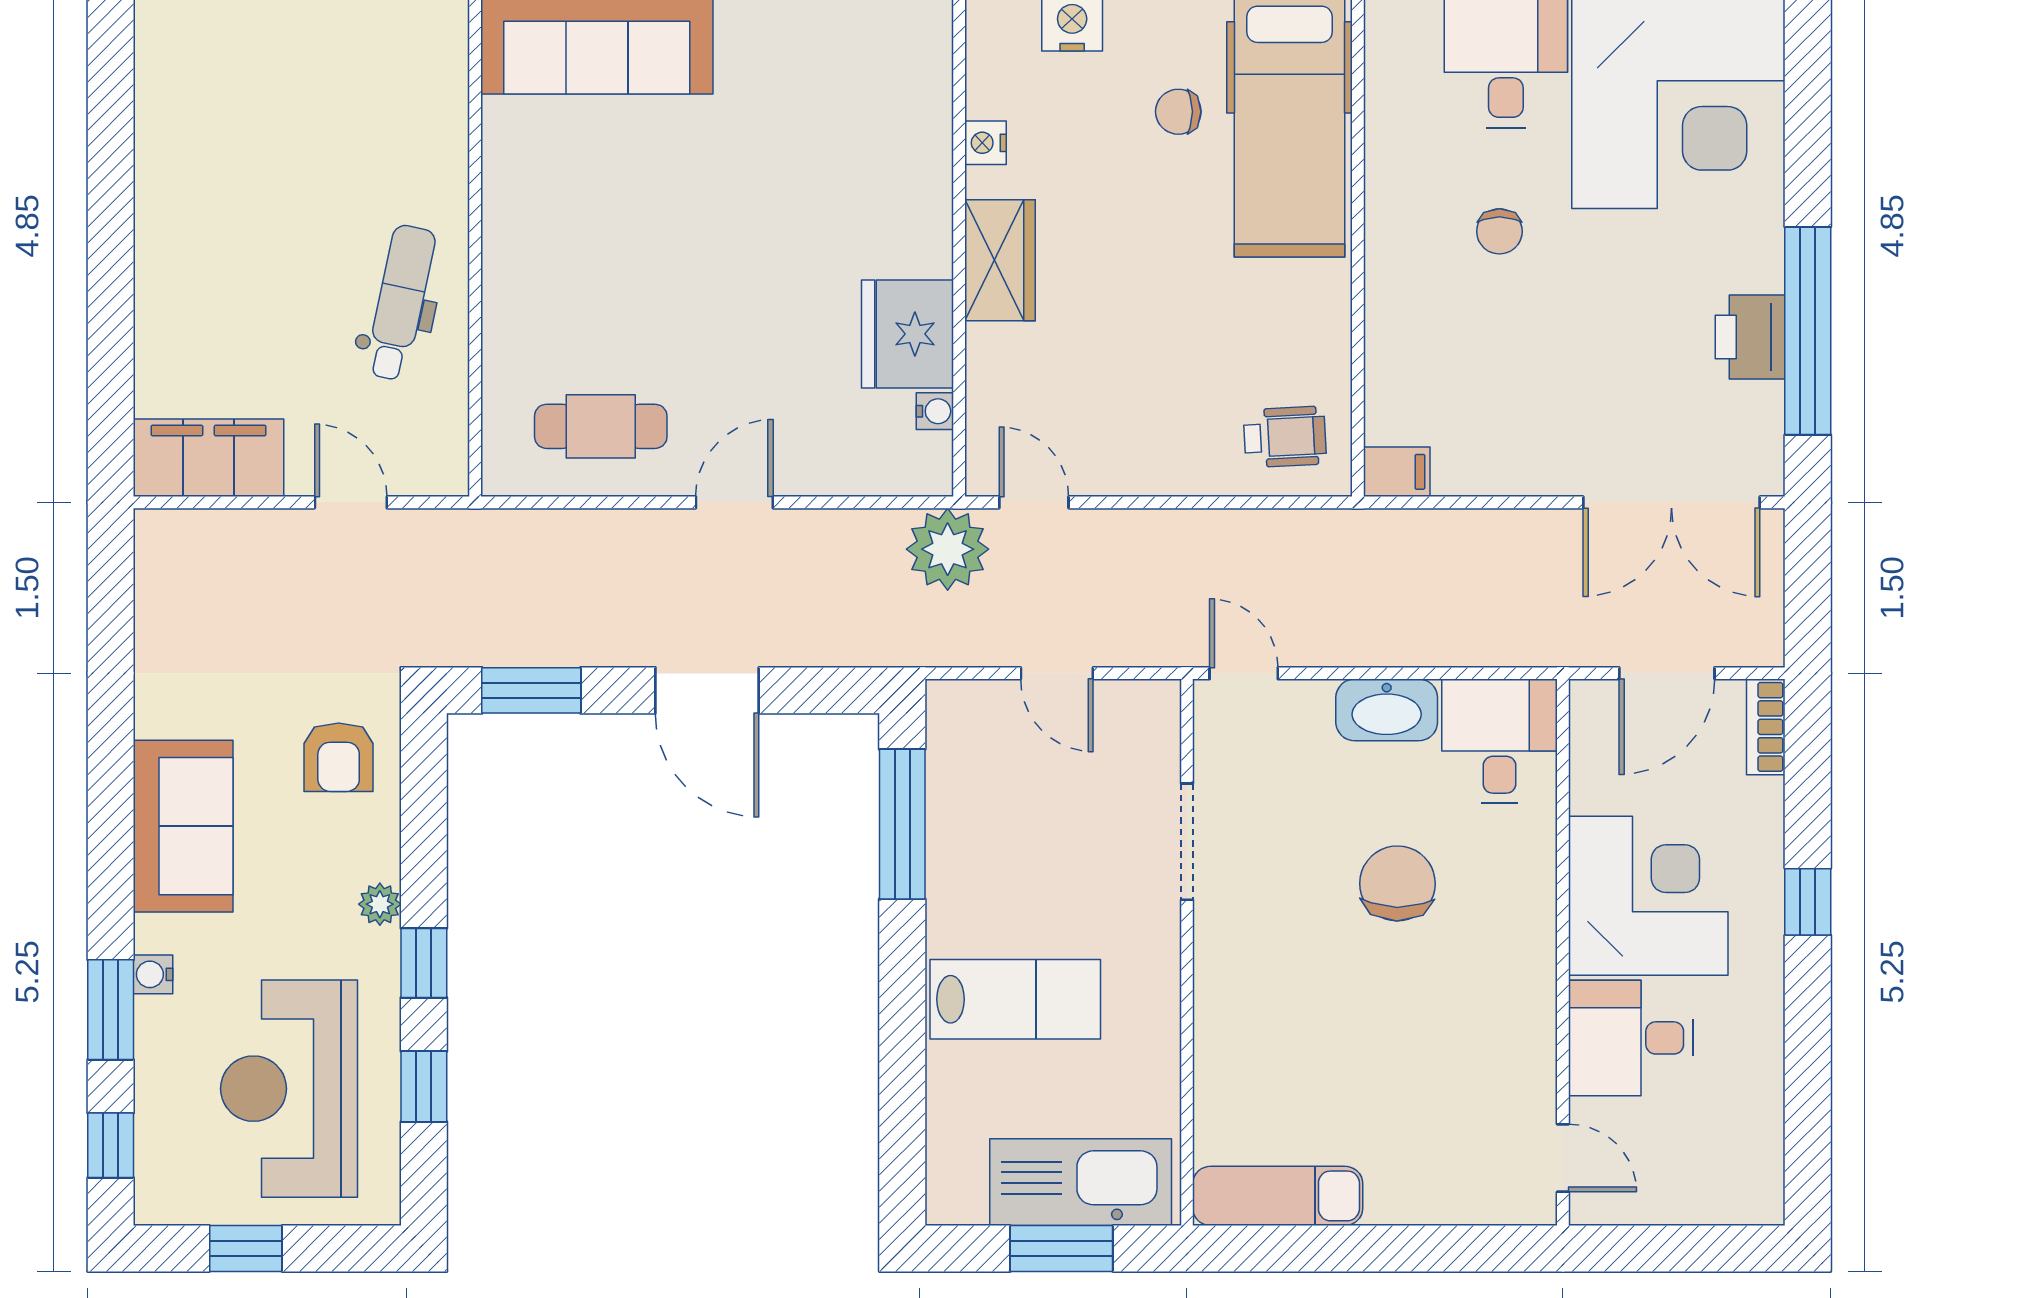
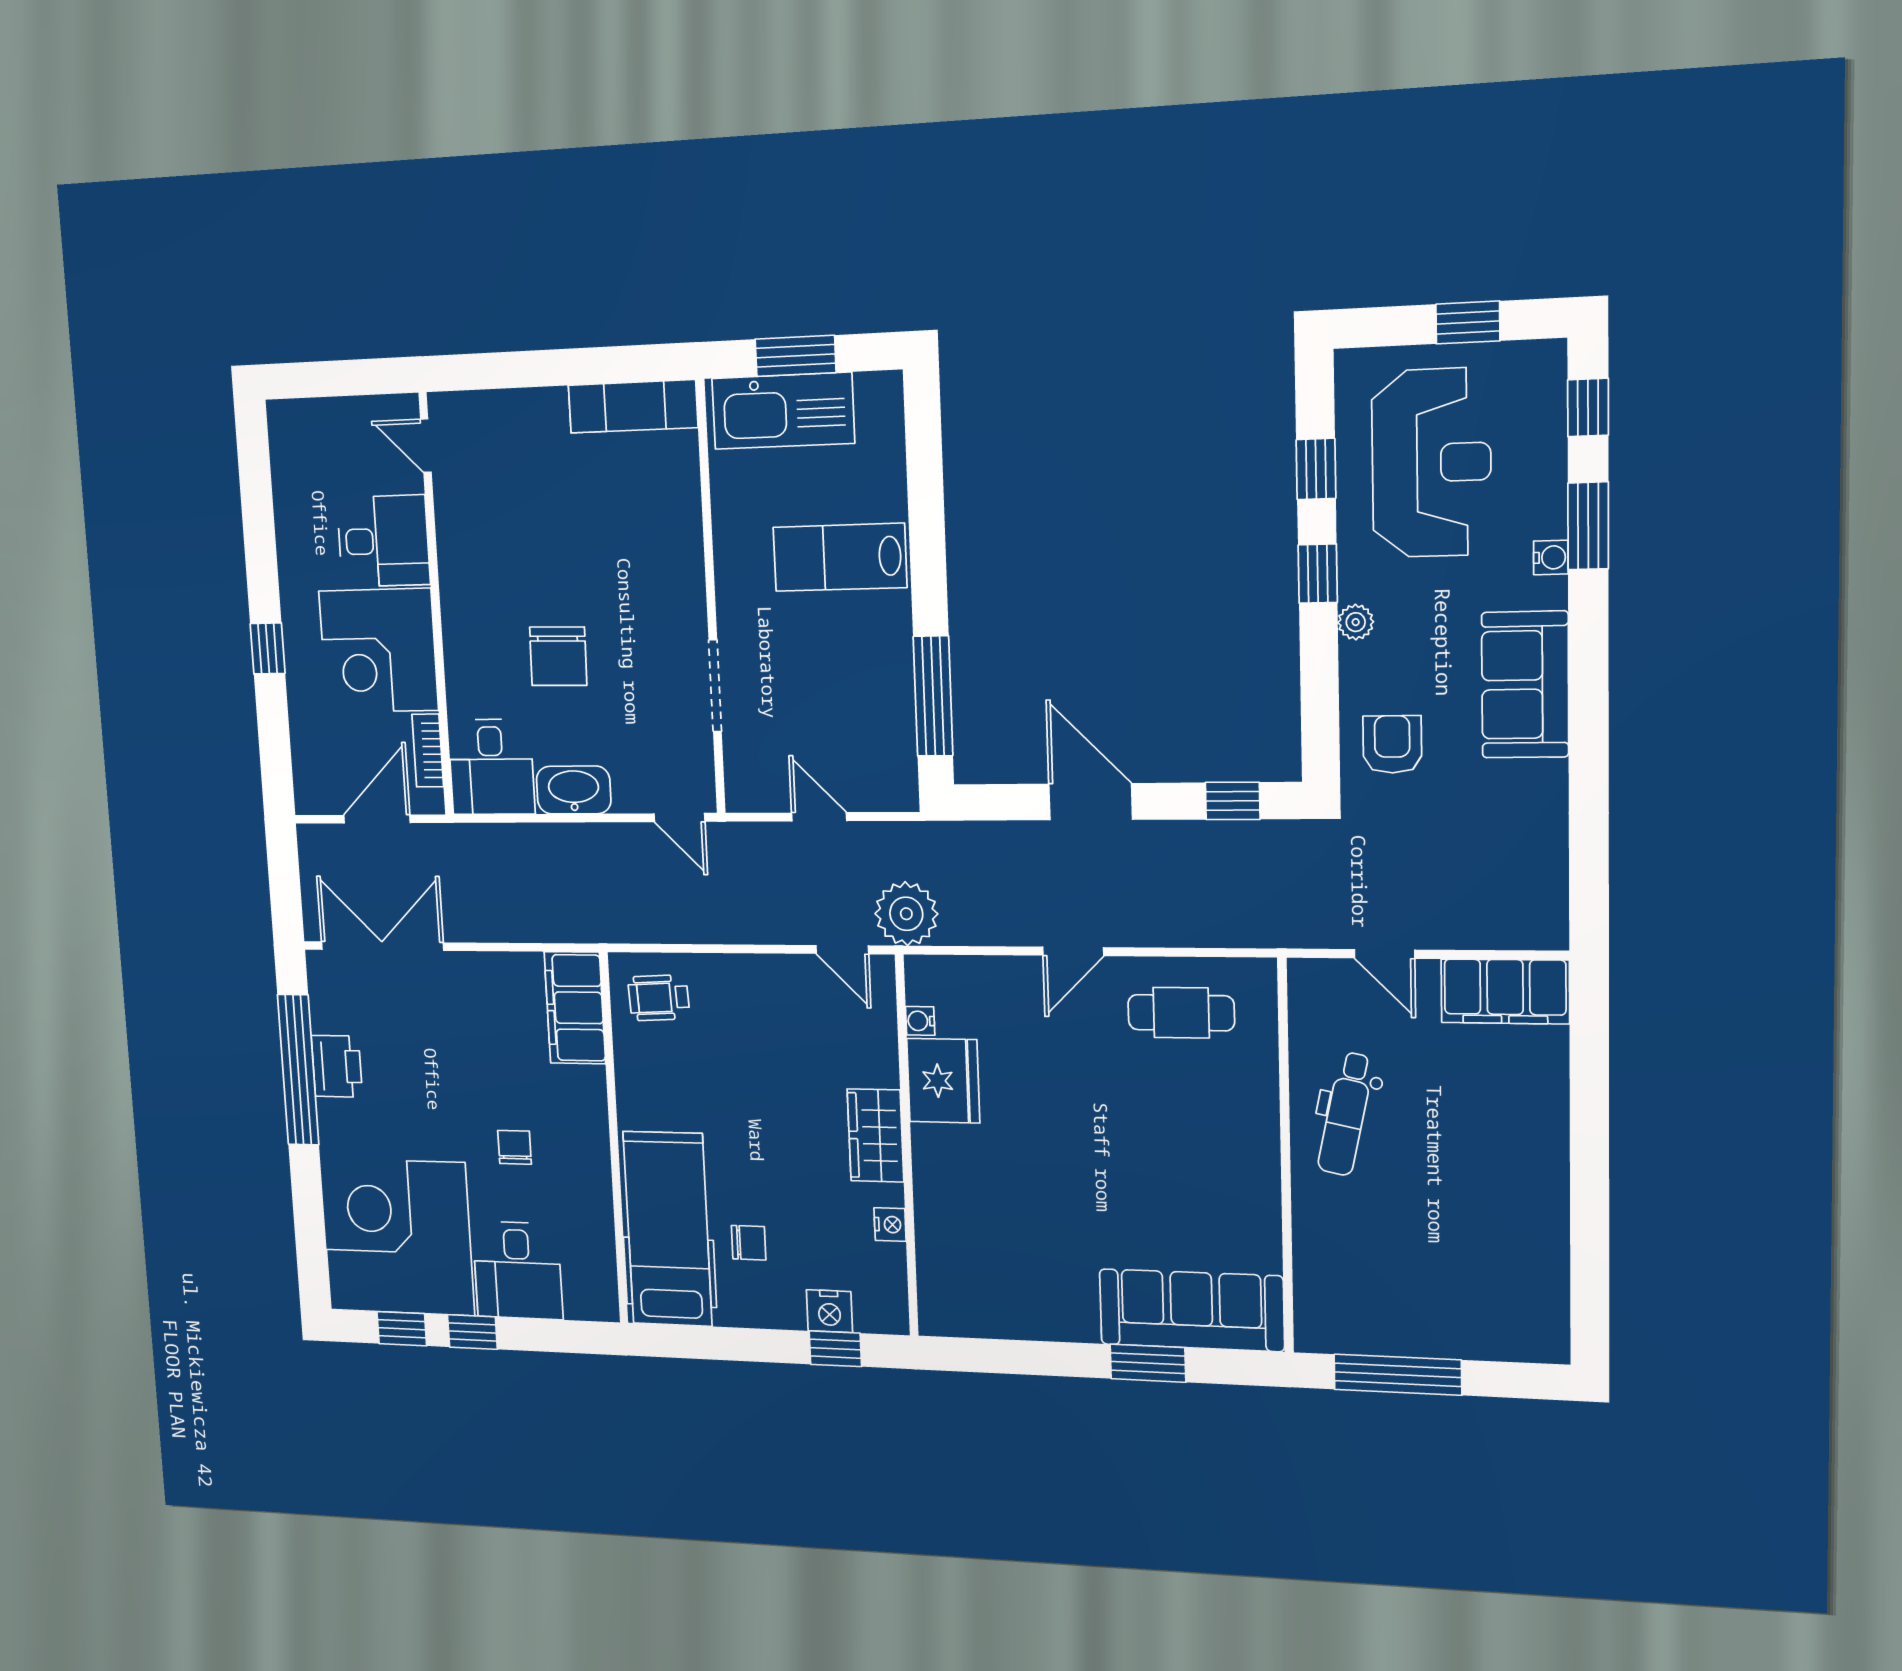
filing cabinet: (1397, 472) -> (575, 1008), width x3.00, depth x1.17
window: (531, 690) -> (1233, 801), width x0.67
bookcase: (1766, 727) -> (428, 750), moved, turned 180

